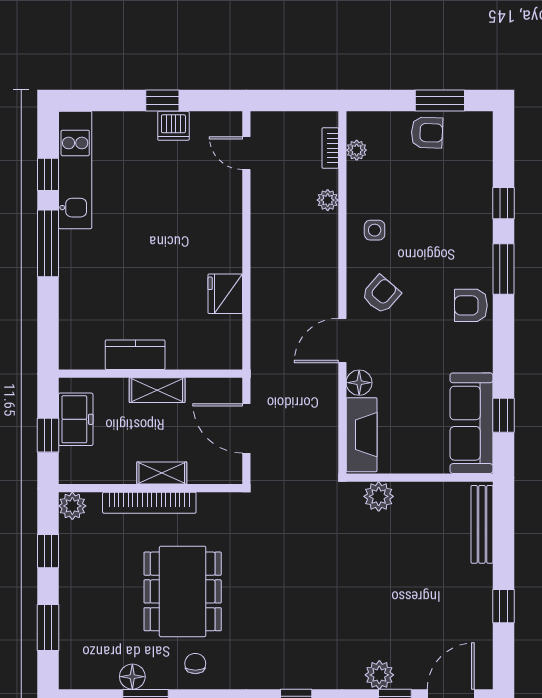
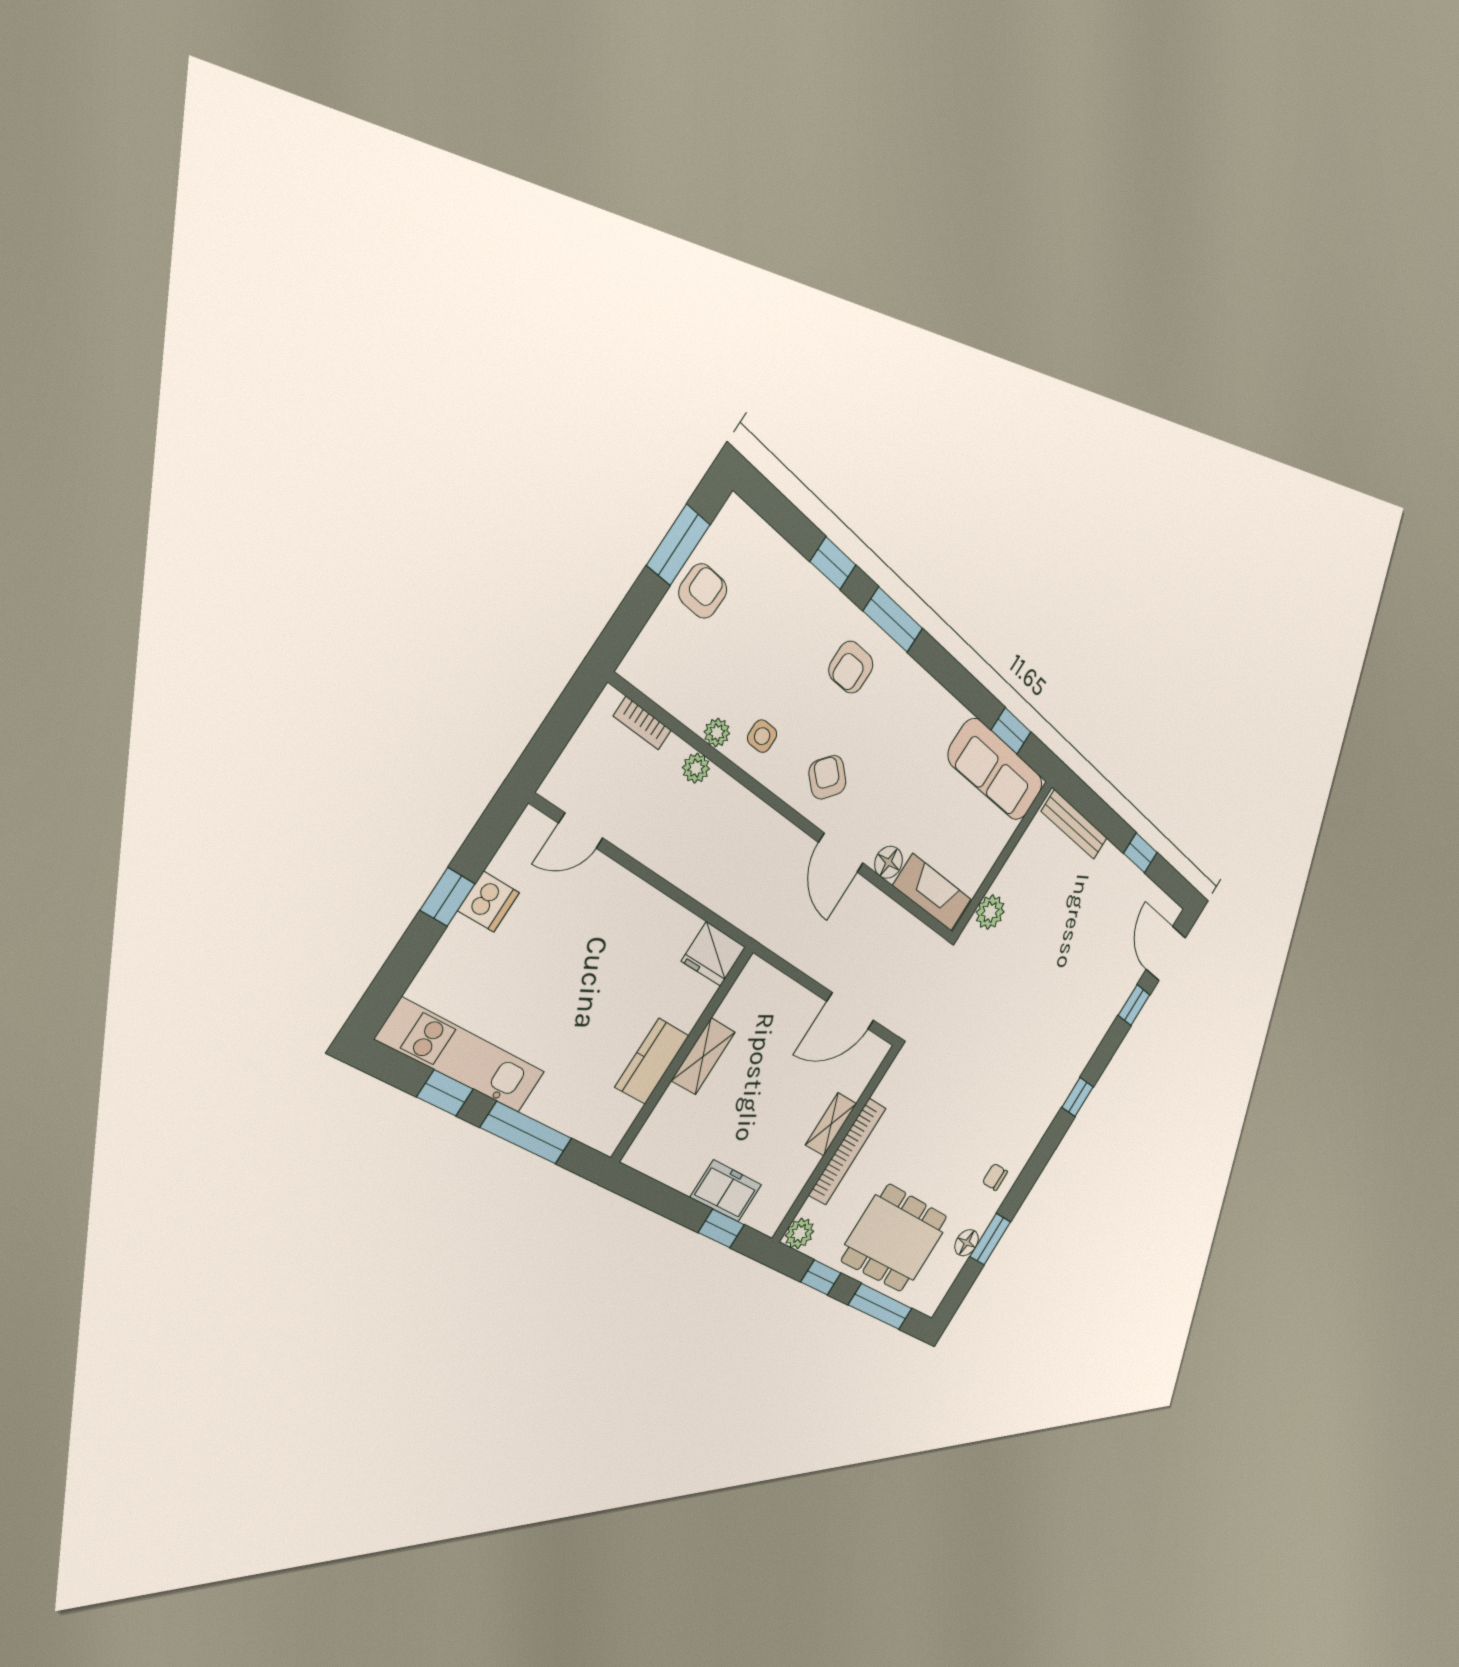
plant: (357, 150) -> (717, 733), moved
armchair: (471, 305) -> (851, 667), moved
kitchen counter: (135, 355) -> (652, 1061), moved
wall: (151, 374) -> (682, 1054), moved
shelving: (157, 390) -> (703, 1056), moved
dining table: (183, 591) -> (895, 1238), moved
window: (48, 628) -> (880, 1307), width x1.44
plant: (379, 675) -> (1110, 1007), removed

